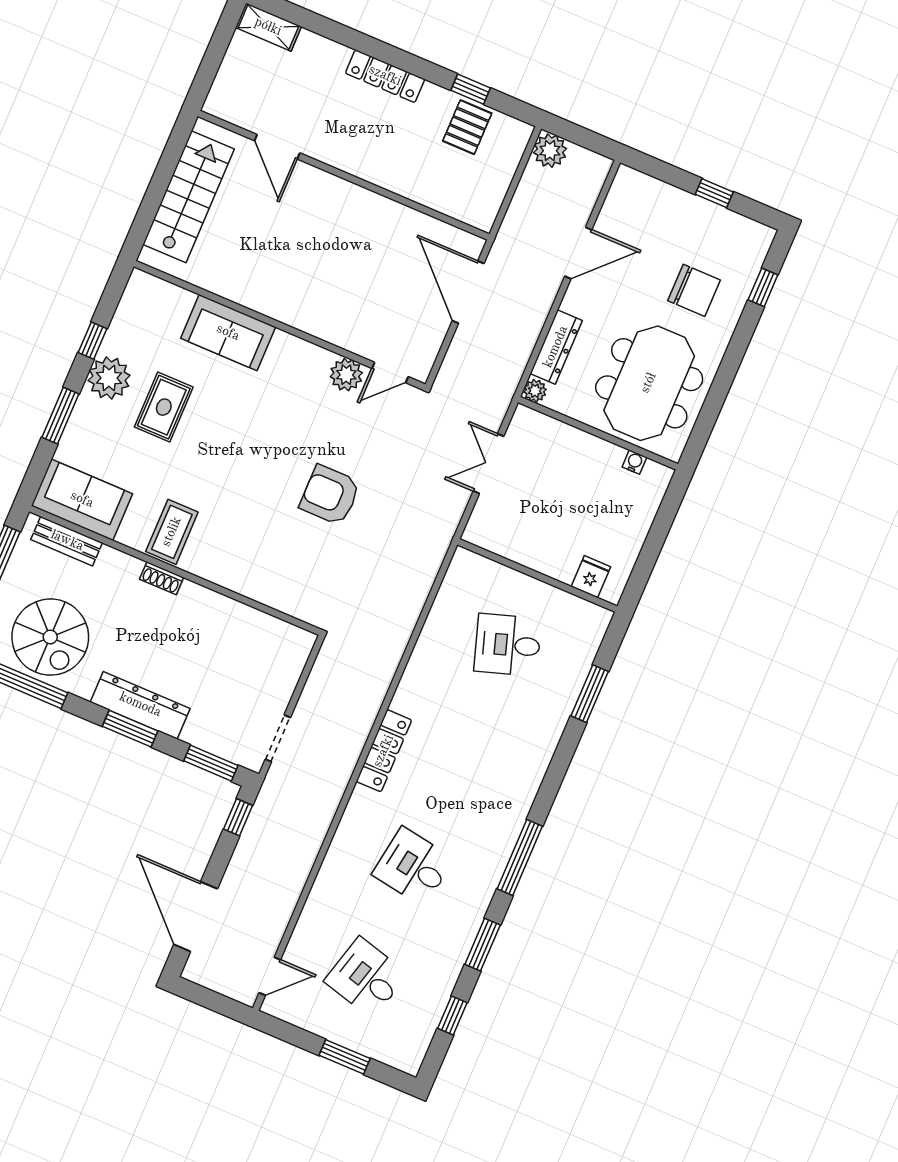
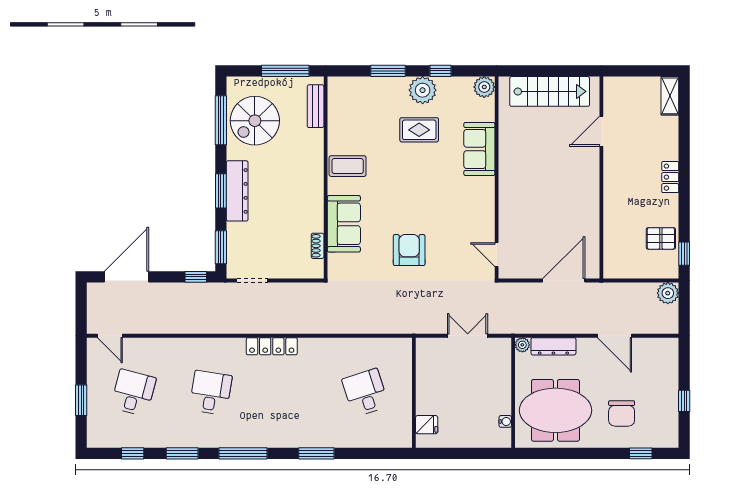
locker: (385, 76) -> (670, 177), width x0.66
window: (471, 89) -> (684, 254), moved
plant: (346, 375) -> (484, 87), moved
sofa: (82, 500) -> (344, 224), moved
shoe rack: (162, 578) -> (318, 246), moved
window: (590, 694) -> (316, 453), moved

